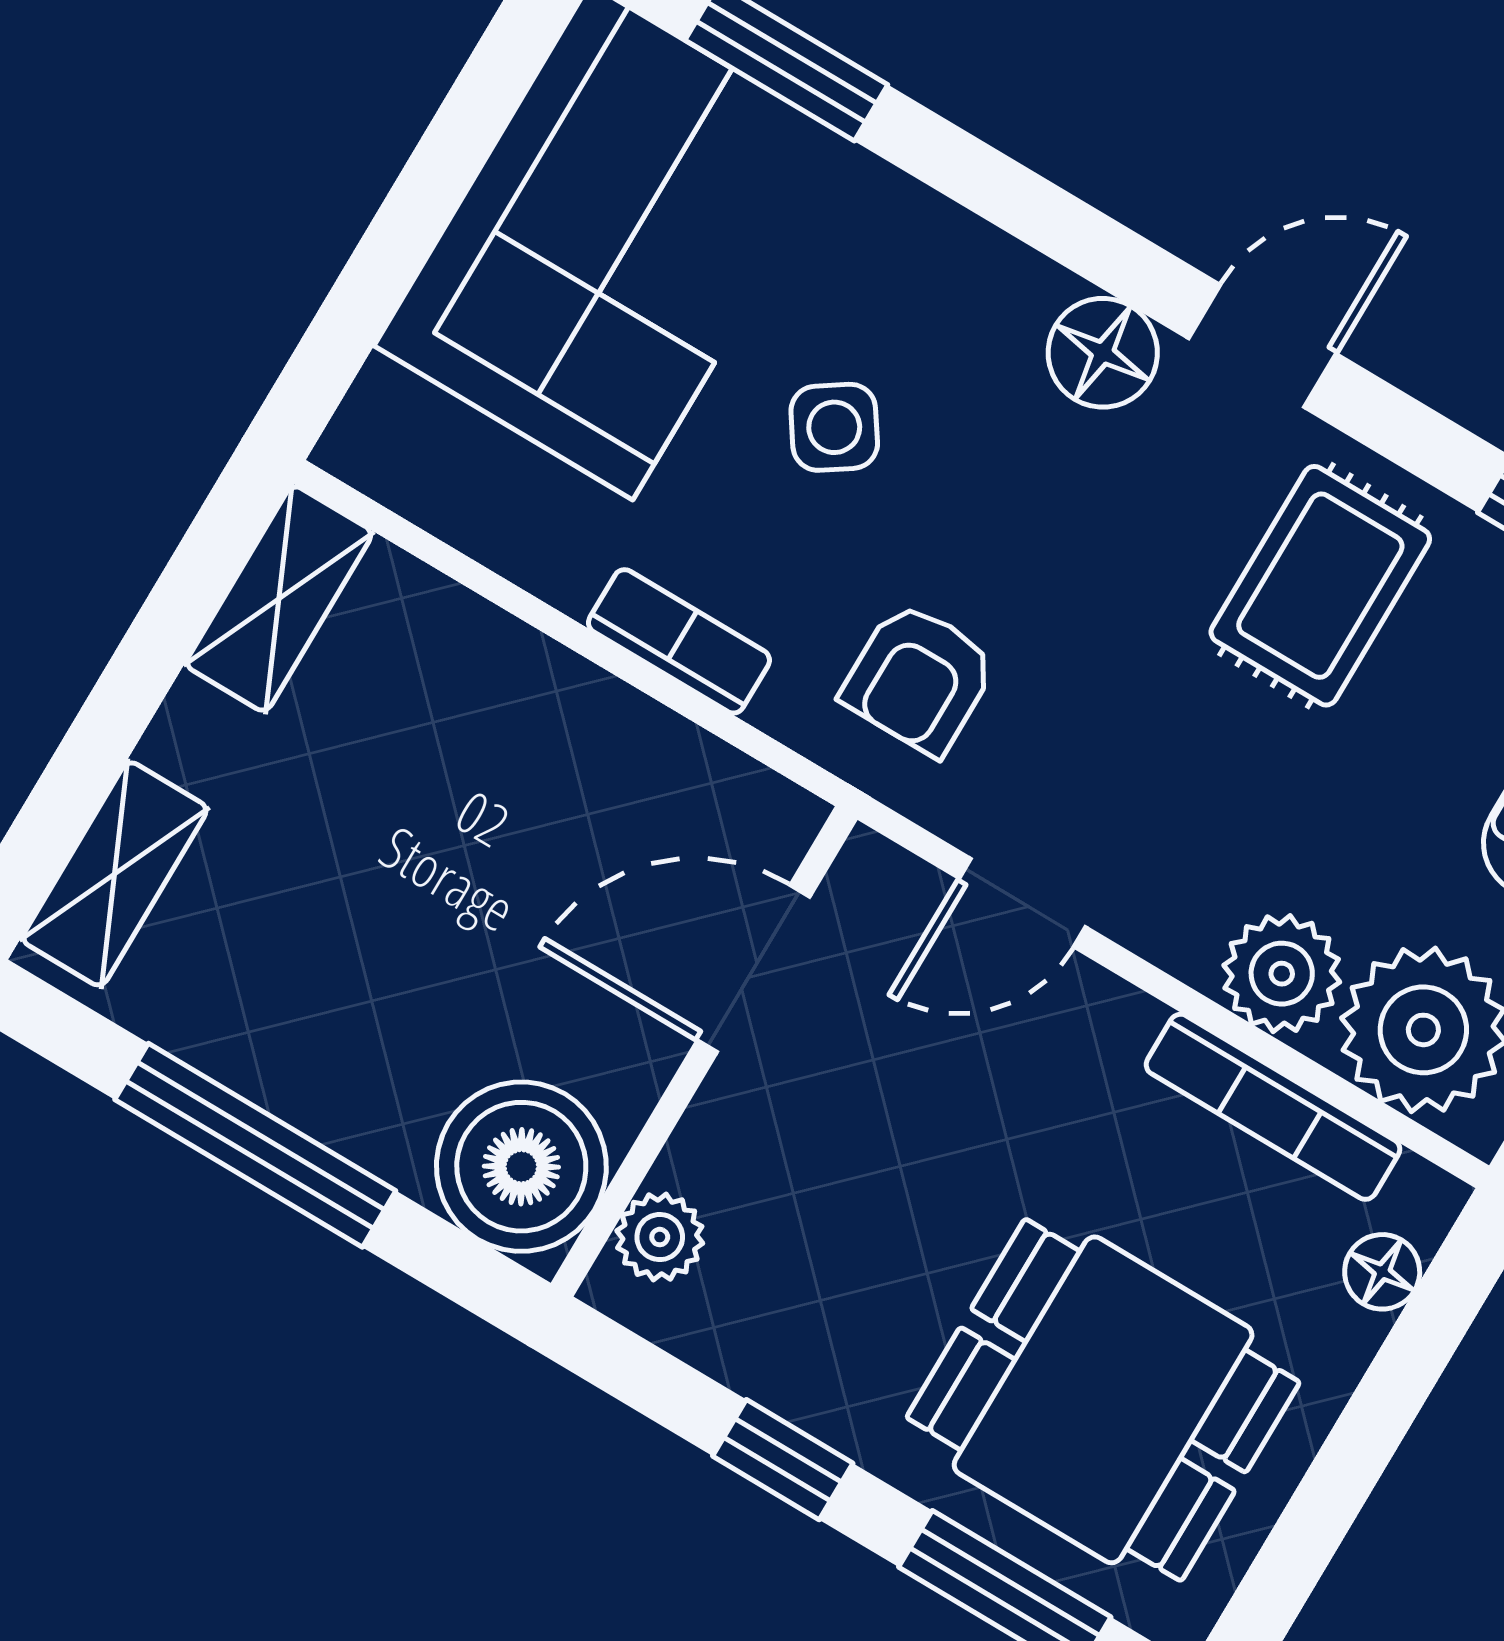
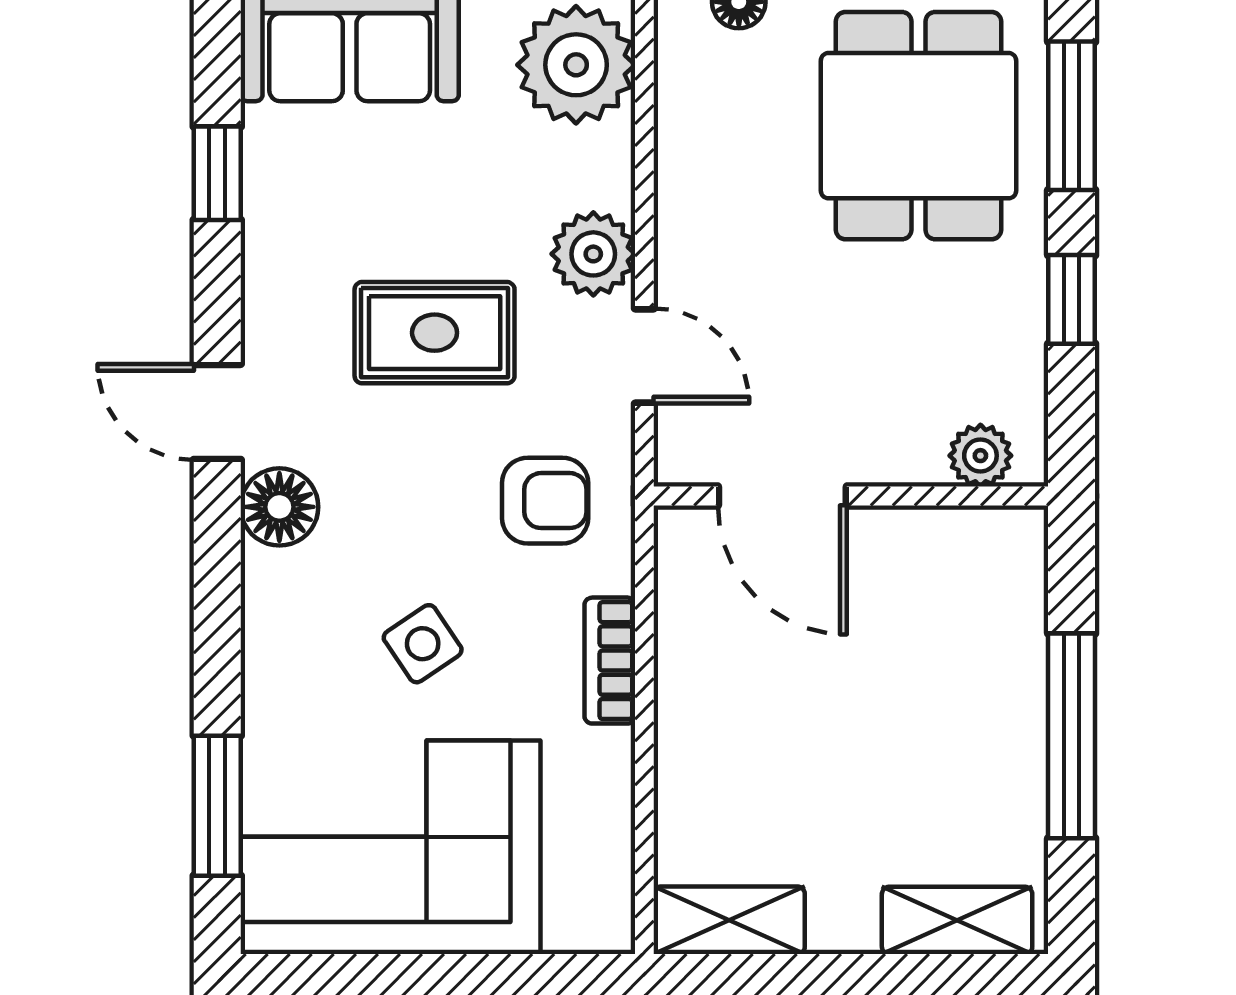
rug: (1320, 586) -> (435, 333), moved
plant: (1282, 974) -> (593, 254), moved
bookcase: (1273, 1107) -> (678, 129), removed
boiler: (521, 1167) -> (988, 566), removed

